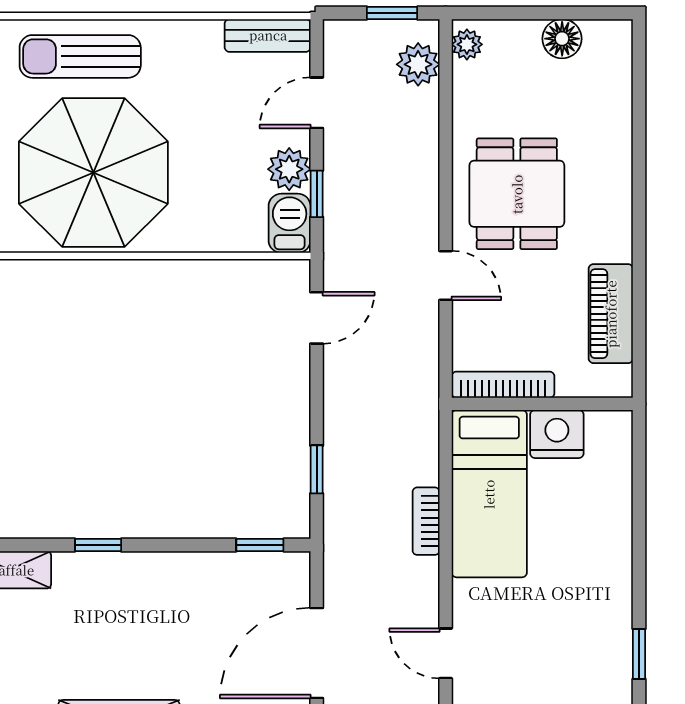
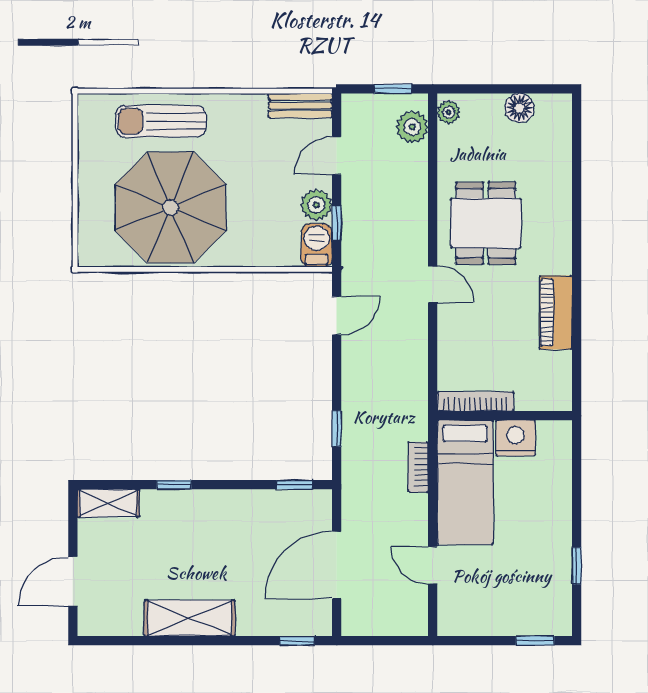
bookcase: (503, 385) -> (475, 401), moved
wall: (542, 404) -> (505, 416), moved
nightstand: (557, 434) -> (516, 438), moved
bed: (489, 494) -> (465, 482), moved

